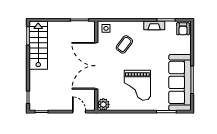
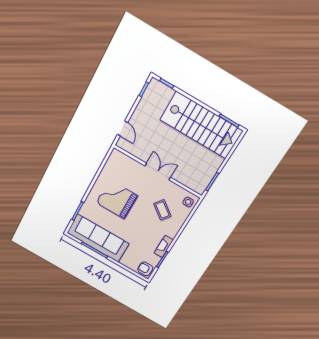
stairs: (38, 45) -> (201, 125), width x1.36, depth x1.51
double door: (96, 66) -> (158, 172), width x0.54
plant: (103, 104) -> (116, 157), removed
door: (79, 112) -> (123, 128), hinge flipped

